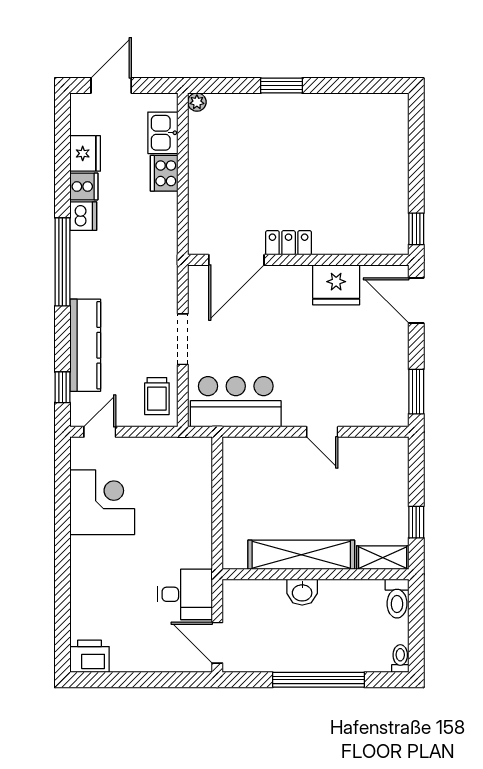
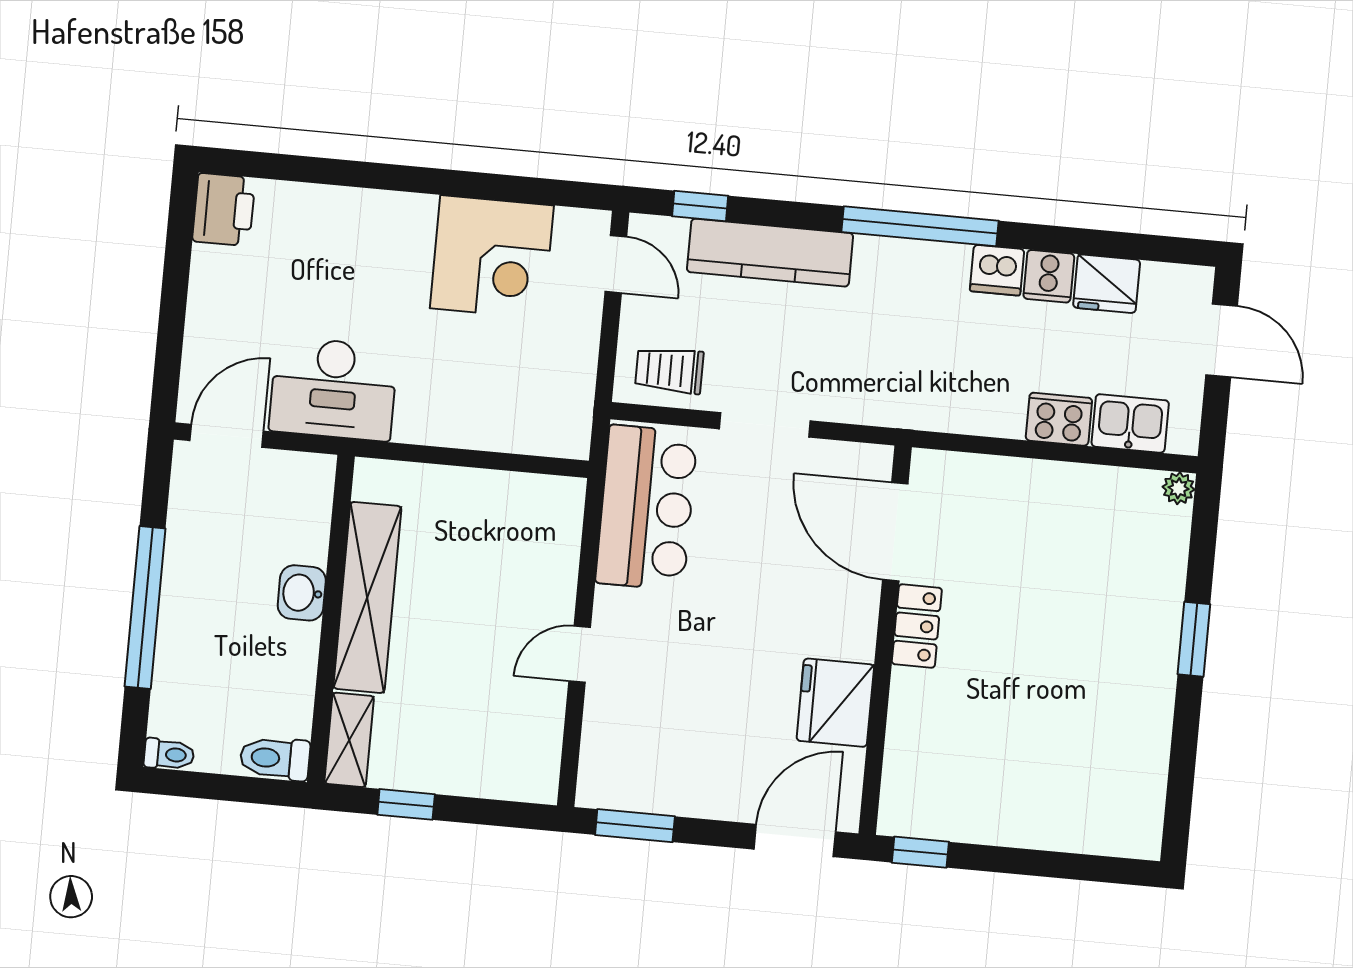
desk: (185, 594) -> (333, 389), width x1.37

